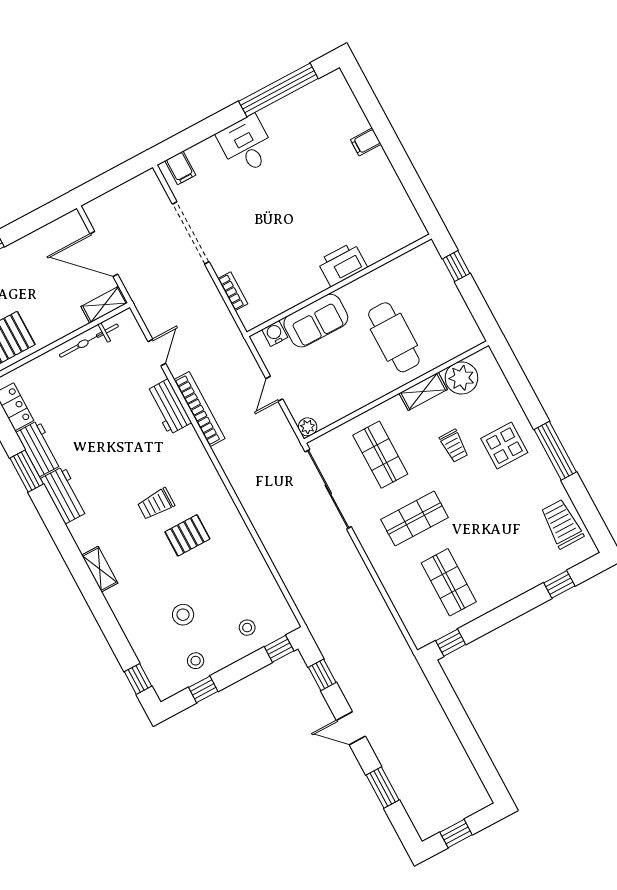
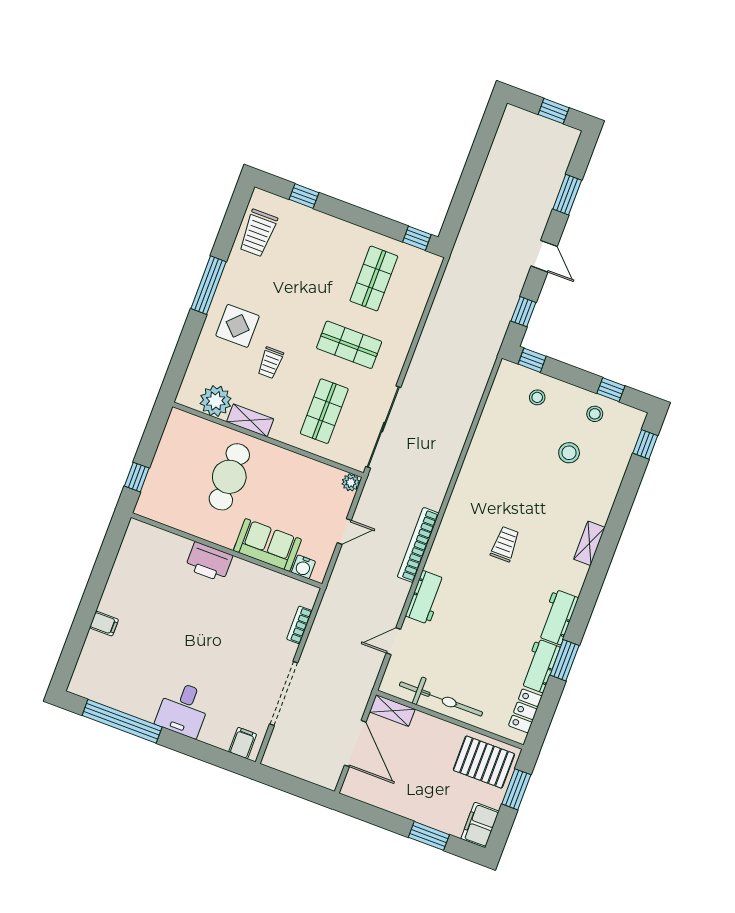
bicycle: (89, 341) -> (441, 699), width x1.37, depth x1.40
bookcase: (199, 409) -> (418, 545), moved
trolley: (454, 446) -> (270, 363), turned 180
trolley: (156, 504) -> (505, 544), turned -90
pallet: (187, 535) -> (508, 501), removed

